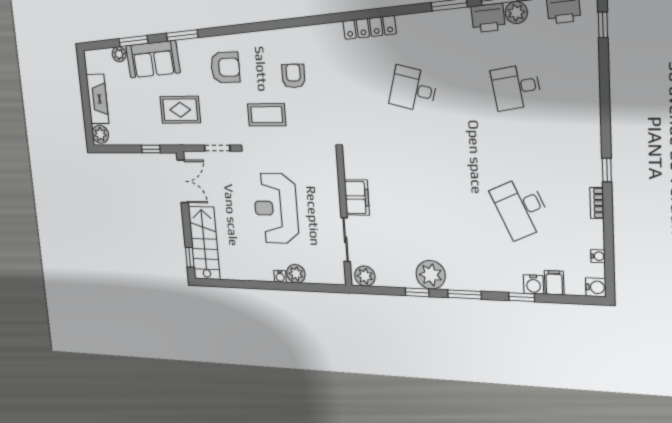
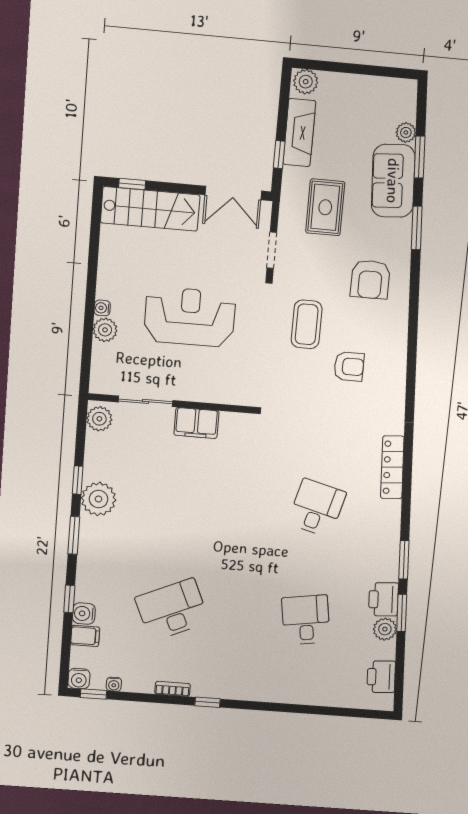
window: (603, 25) -> (93, 694), moved
fireplace: (97, 99) -> (299, 133), moved, turned -90

